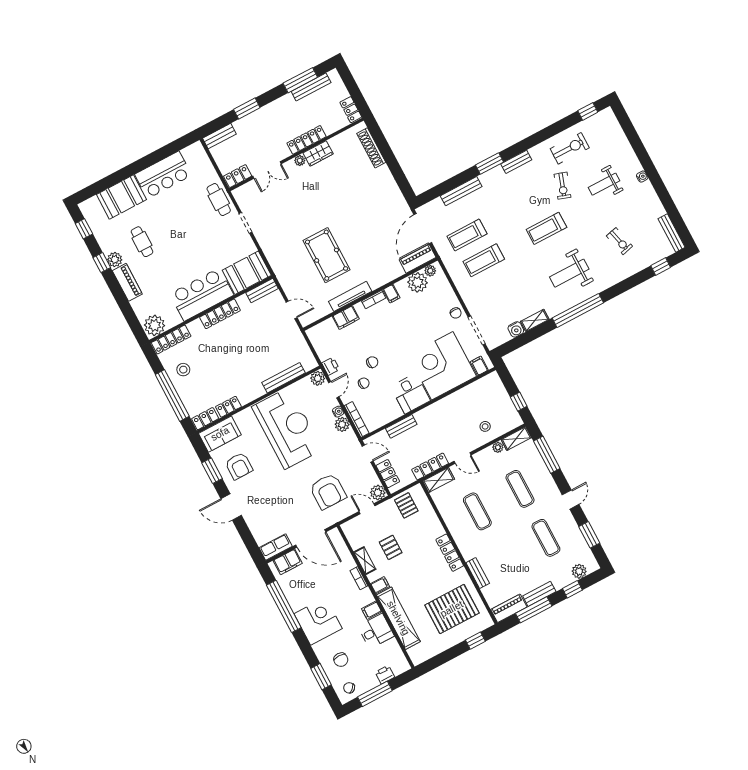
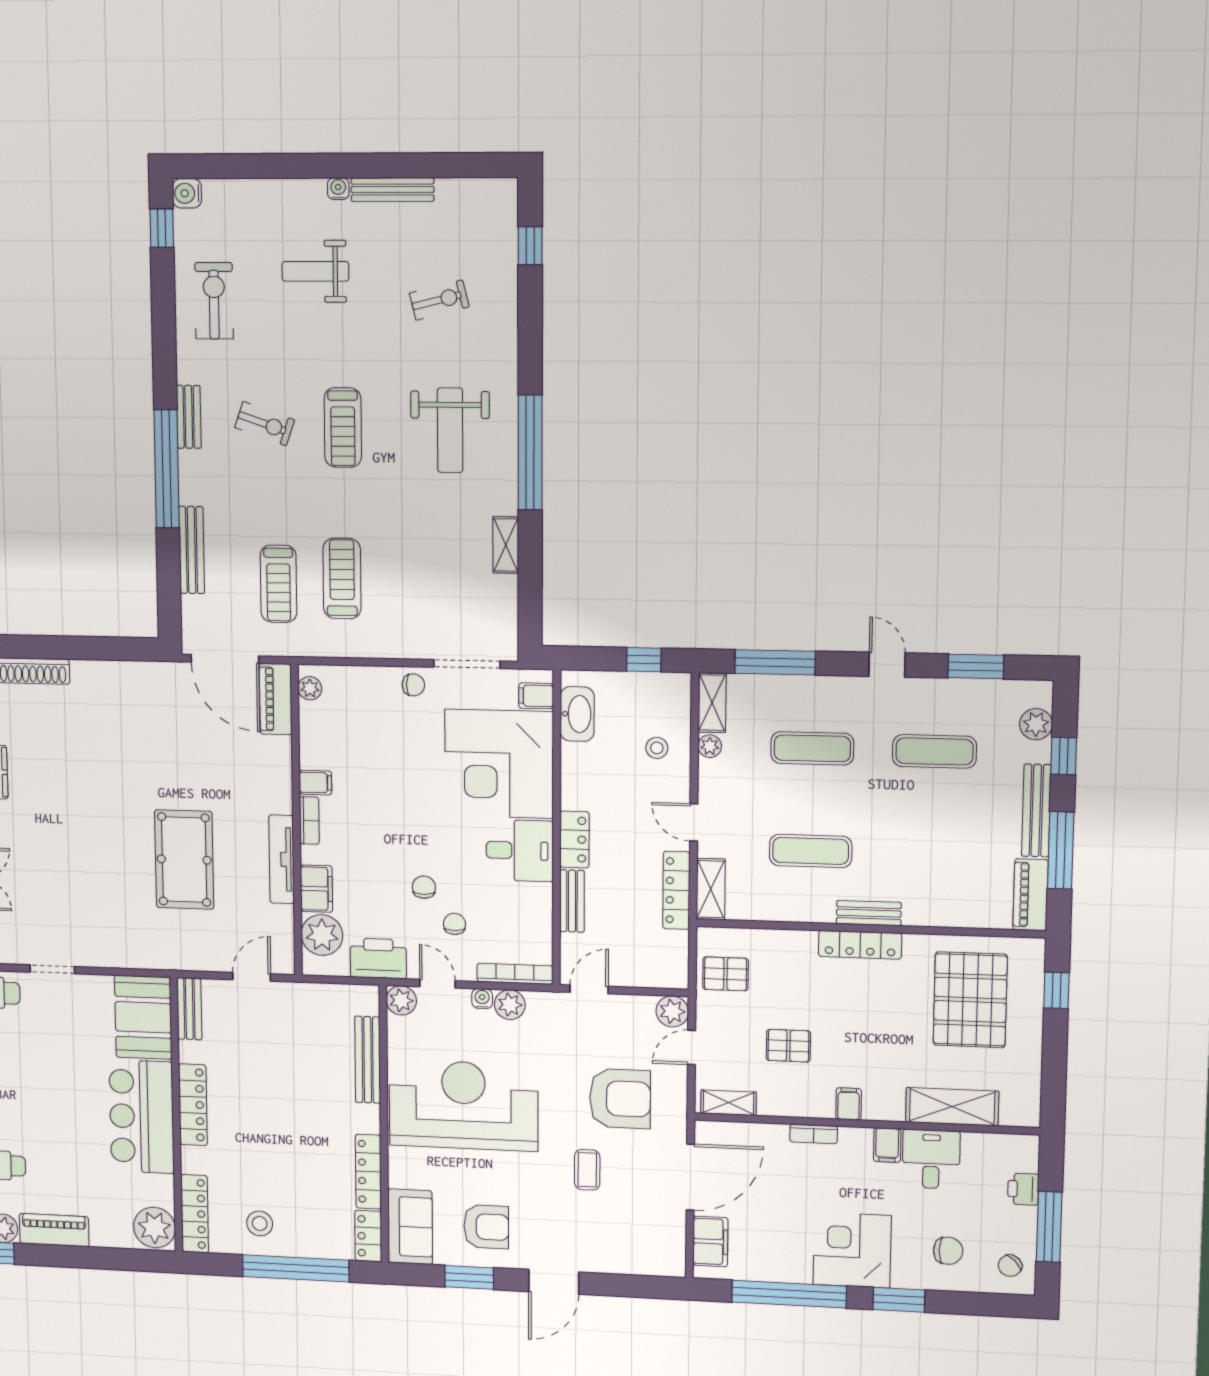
window: (489, 164) -> (167, 469), width x2.11
weight bench: (604, 184) -> (315, 271), turned 90
exercise bike: (562, 186) -> (265, 424), moved
bench: (672, 233) -> (392, 190), moved
pool table: (327, 255) -> (184, 860), turned 90
treadmill: (484, 260) -> (342, 579), turned 180
plant: (417, 282) -> (322, 935), moved
water cooler: (516, 329) -> (187, 193), moved, turned 180
printer: (331, 366) -> (378, 958), width x1.87, depth x1.48
washbasin: (481, 387) -> (577, 714), added
locker: (228, 407) -> (368, 1172), width x1.53
door: (463, 458) -> (694, 822), swing flipped
locker: (388, 474) -> (575, 839), moved, turned 90
coffee table: (289, 495) -> (587, 1170), added
row of seats: (276, 547) -> (671, 1247), removed
shelving: (365, 561) -> (728, 1103), moved
bench: (478, 573) -> (869, 913), moved
bench: (539, 594) -> (1036, 811), width x1.36
shelving: (398, 618) -> (952, 1107), width x0.68
window: (321, 677) -> (899, 1300), moved

